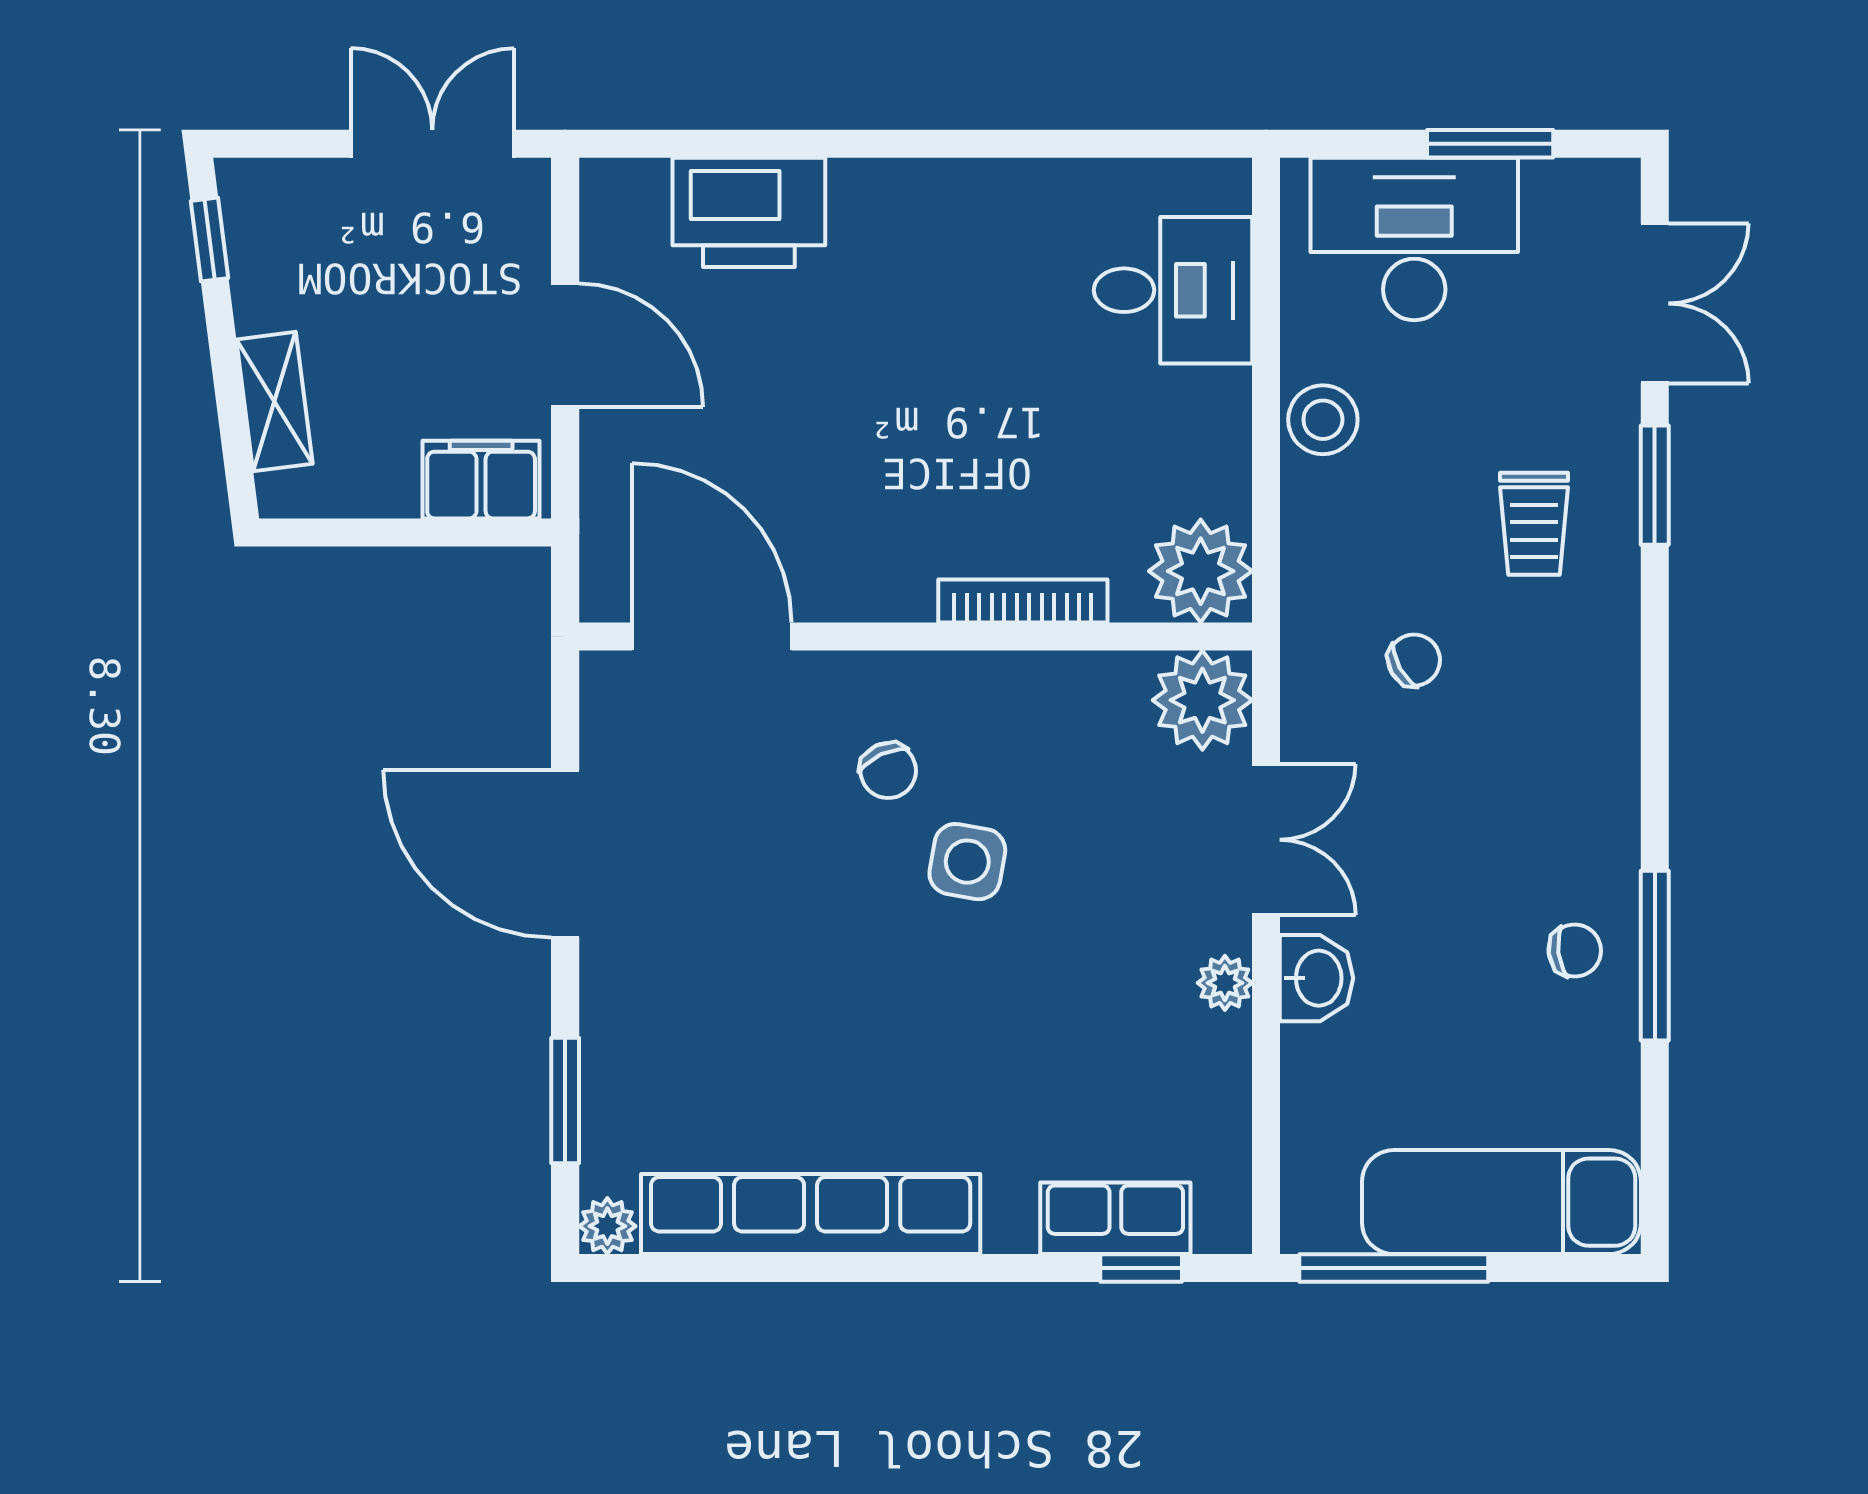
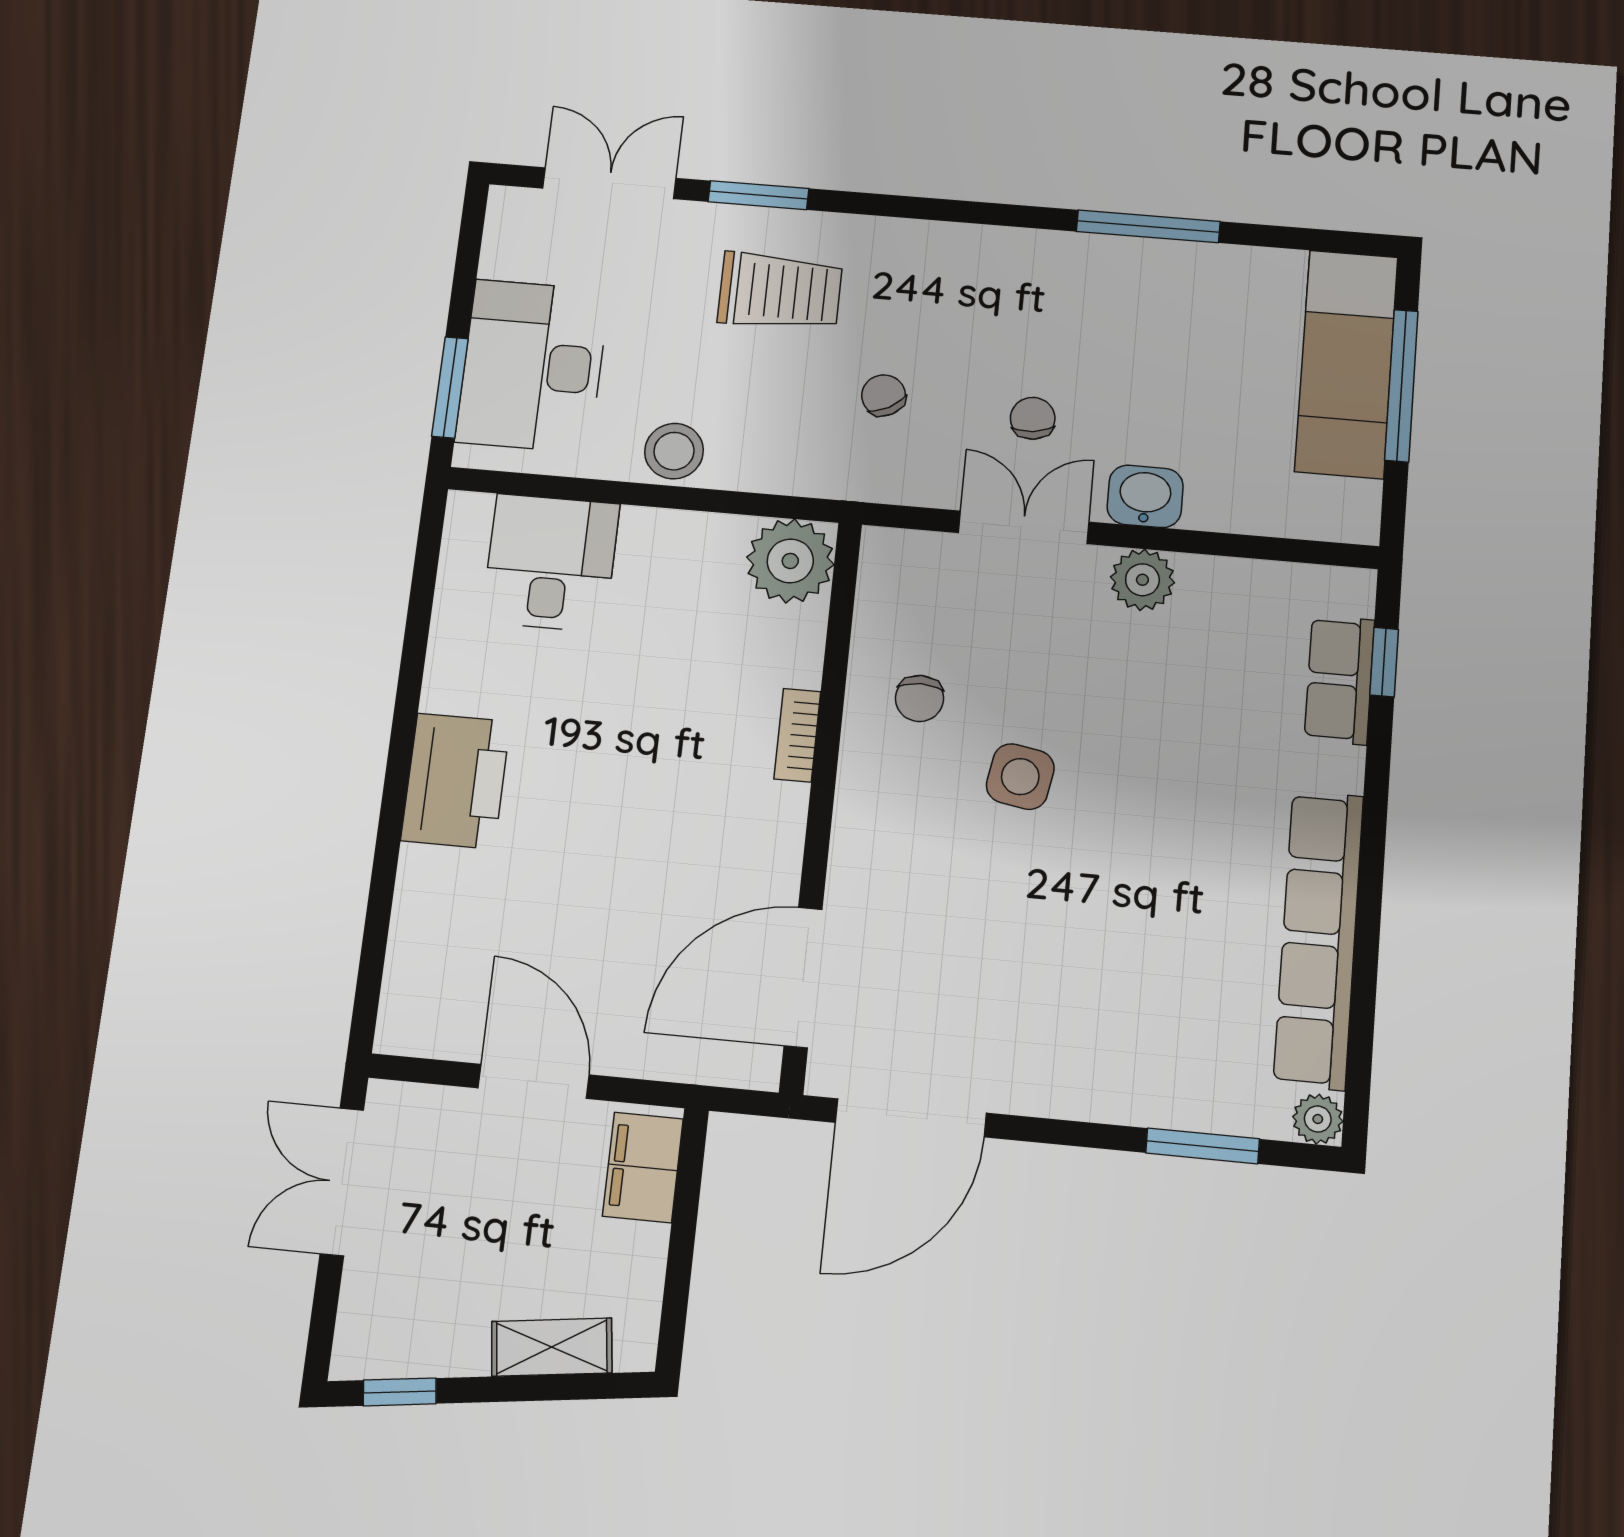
window: (1490, 144) -> (450, 387), moved
printer: (749, 212) -> (456, 781), moved
door: (565, 345) -> (534, 1081), hinge flipped
trolley: (1534, 524) -> (780, 291), width x1.36, depth x1.39
bookcase: (1023, 601) -> (797, 735), width x0.64
plant: (1202, 700) -> (900, 569), removed
chair: (888, 771) -> (920, 698), moved, turned 115
door: (565, 854) -> (911, 1118), moved
chair: (1575, 950) -> (1033, 418), moved
plant: (1225, 983) -> (1142, 580), width x1.38, depth x1.38
window: (1394, 1268) -> (1401, 385), moved

